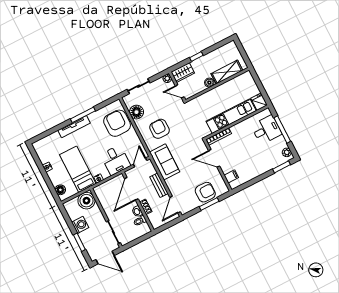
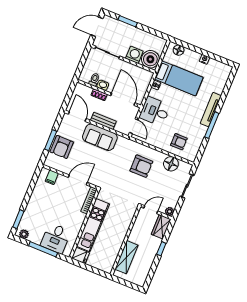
boiler: (209, 83) -> (133, 237), removed
armchair: (117, 123) -> (179, 142), width x0.53, depth x0.53
sofa: (165, 162) -> (100, 137), moved
washing machine: (80, 225) -> (134, 55), moved, turned 180

